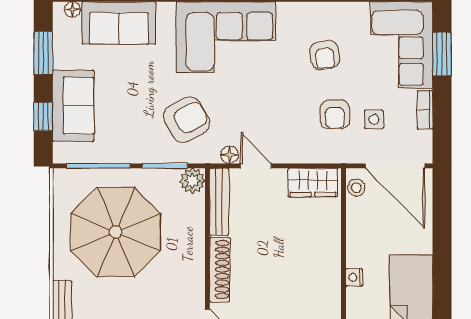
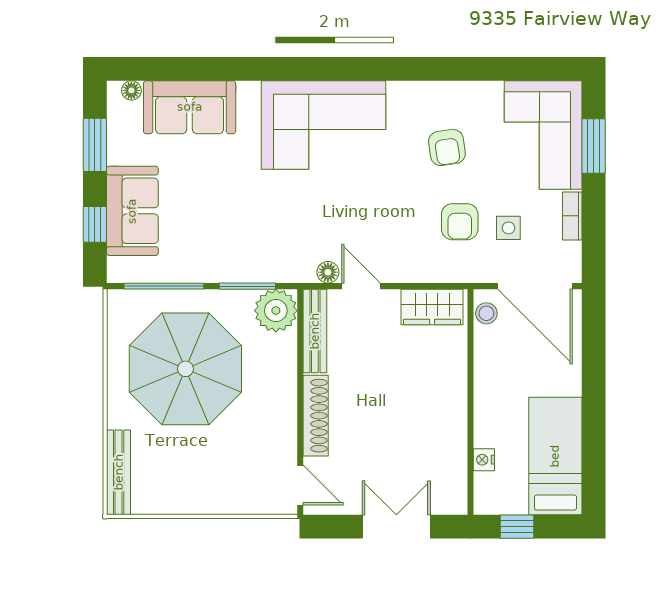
armchair: (186, 120) -> (274, 228), removed
plant: (192, 181) -> (276, 311), width x1.36, depth x1.36
nightstand: (354, 277) -> (484, 460), moved

